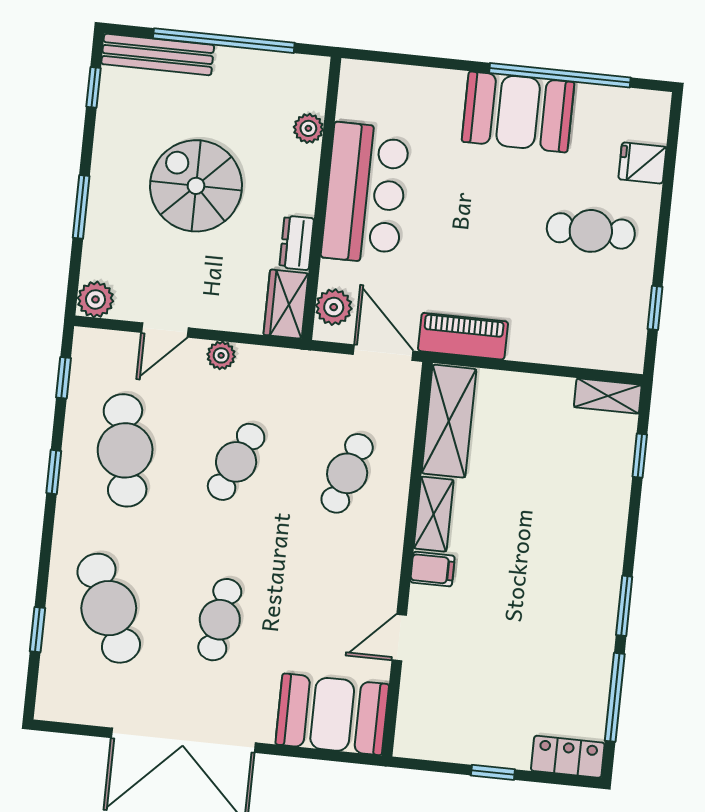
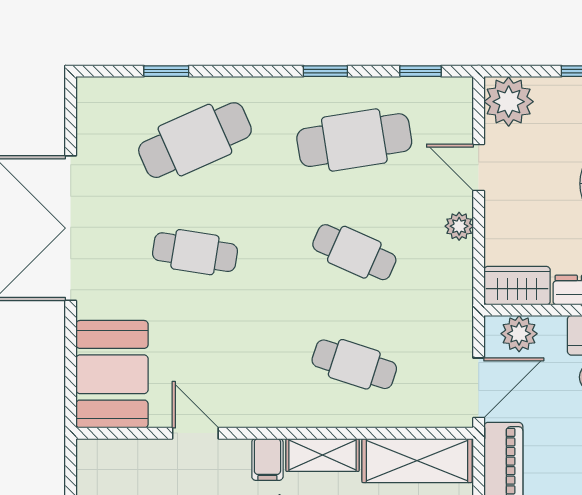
plant: (95, 299) -> (509, 102), width x1.36, depth x1.36

